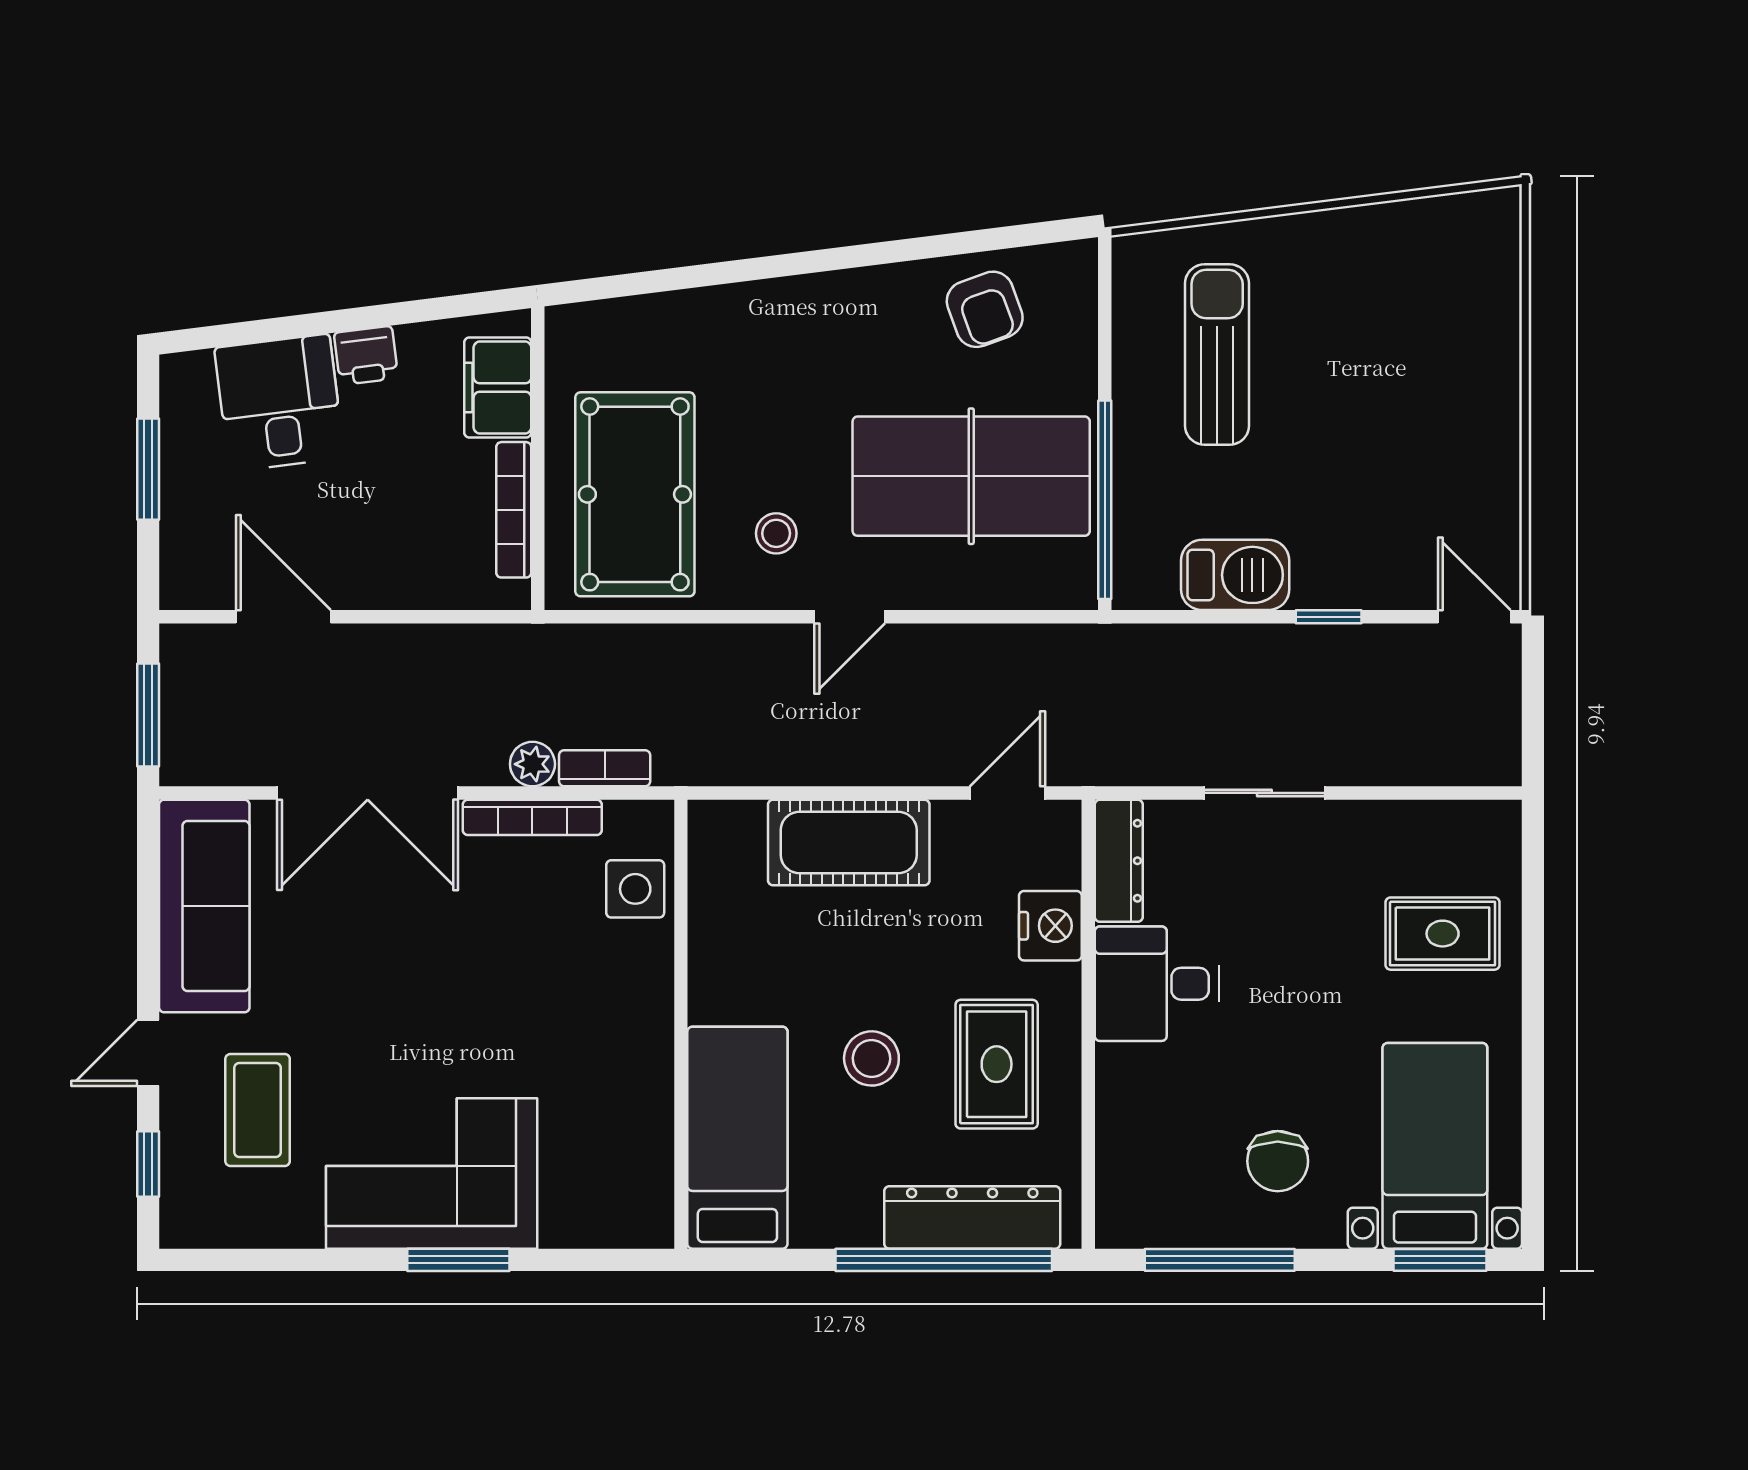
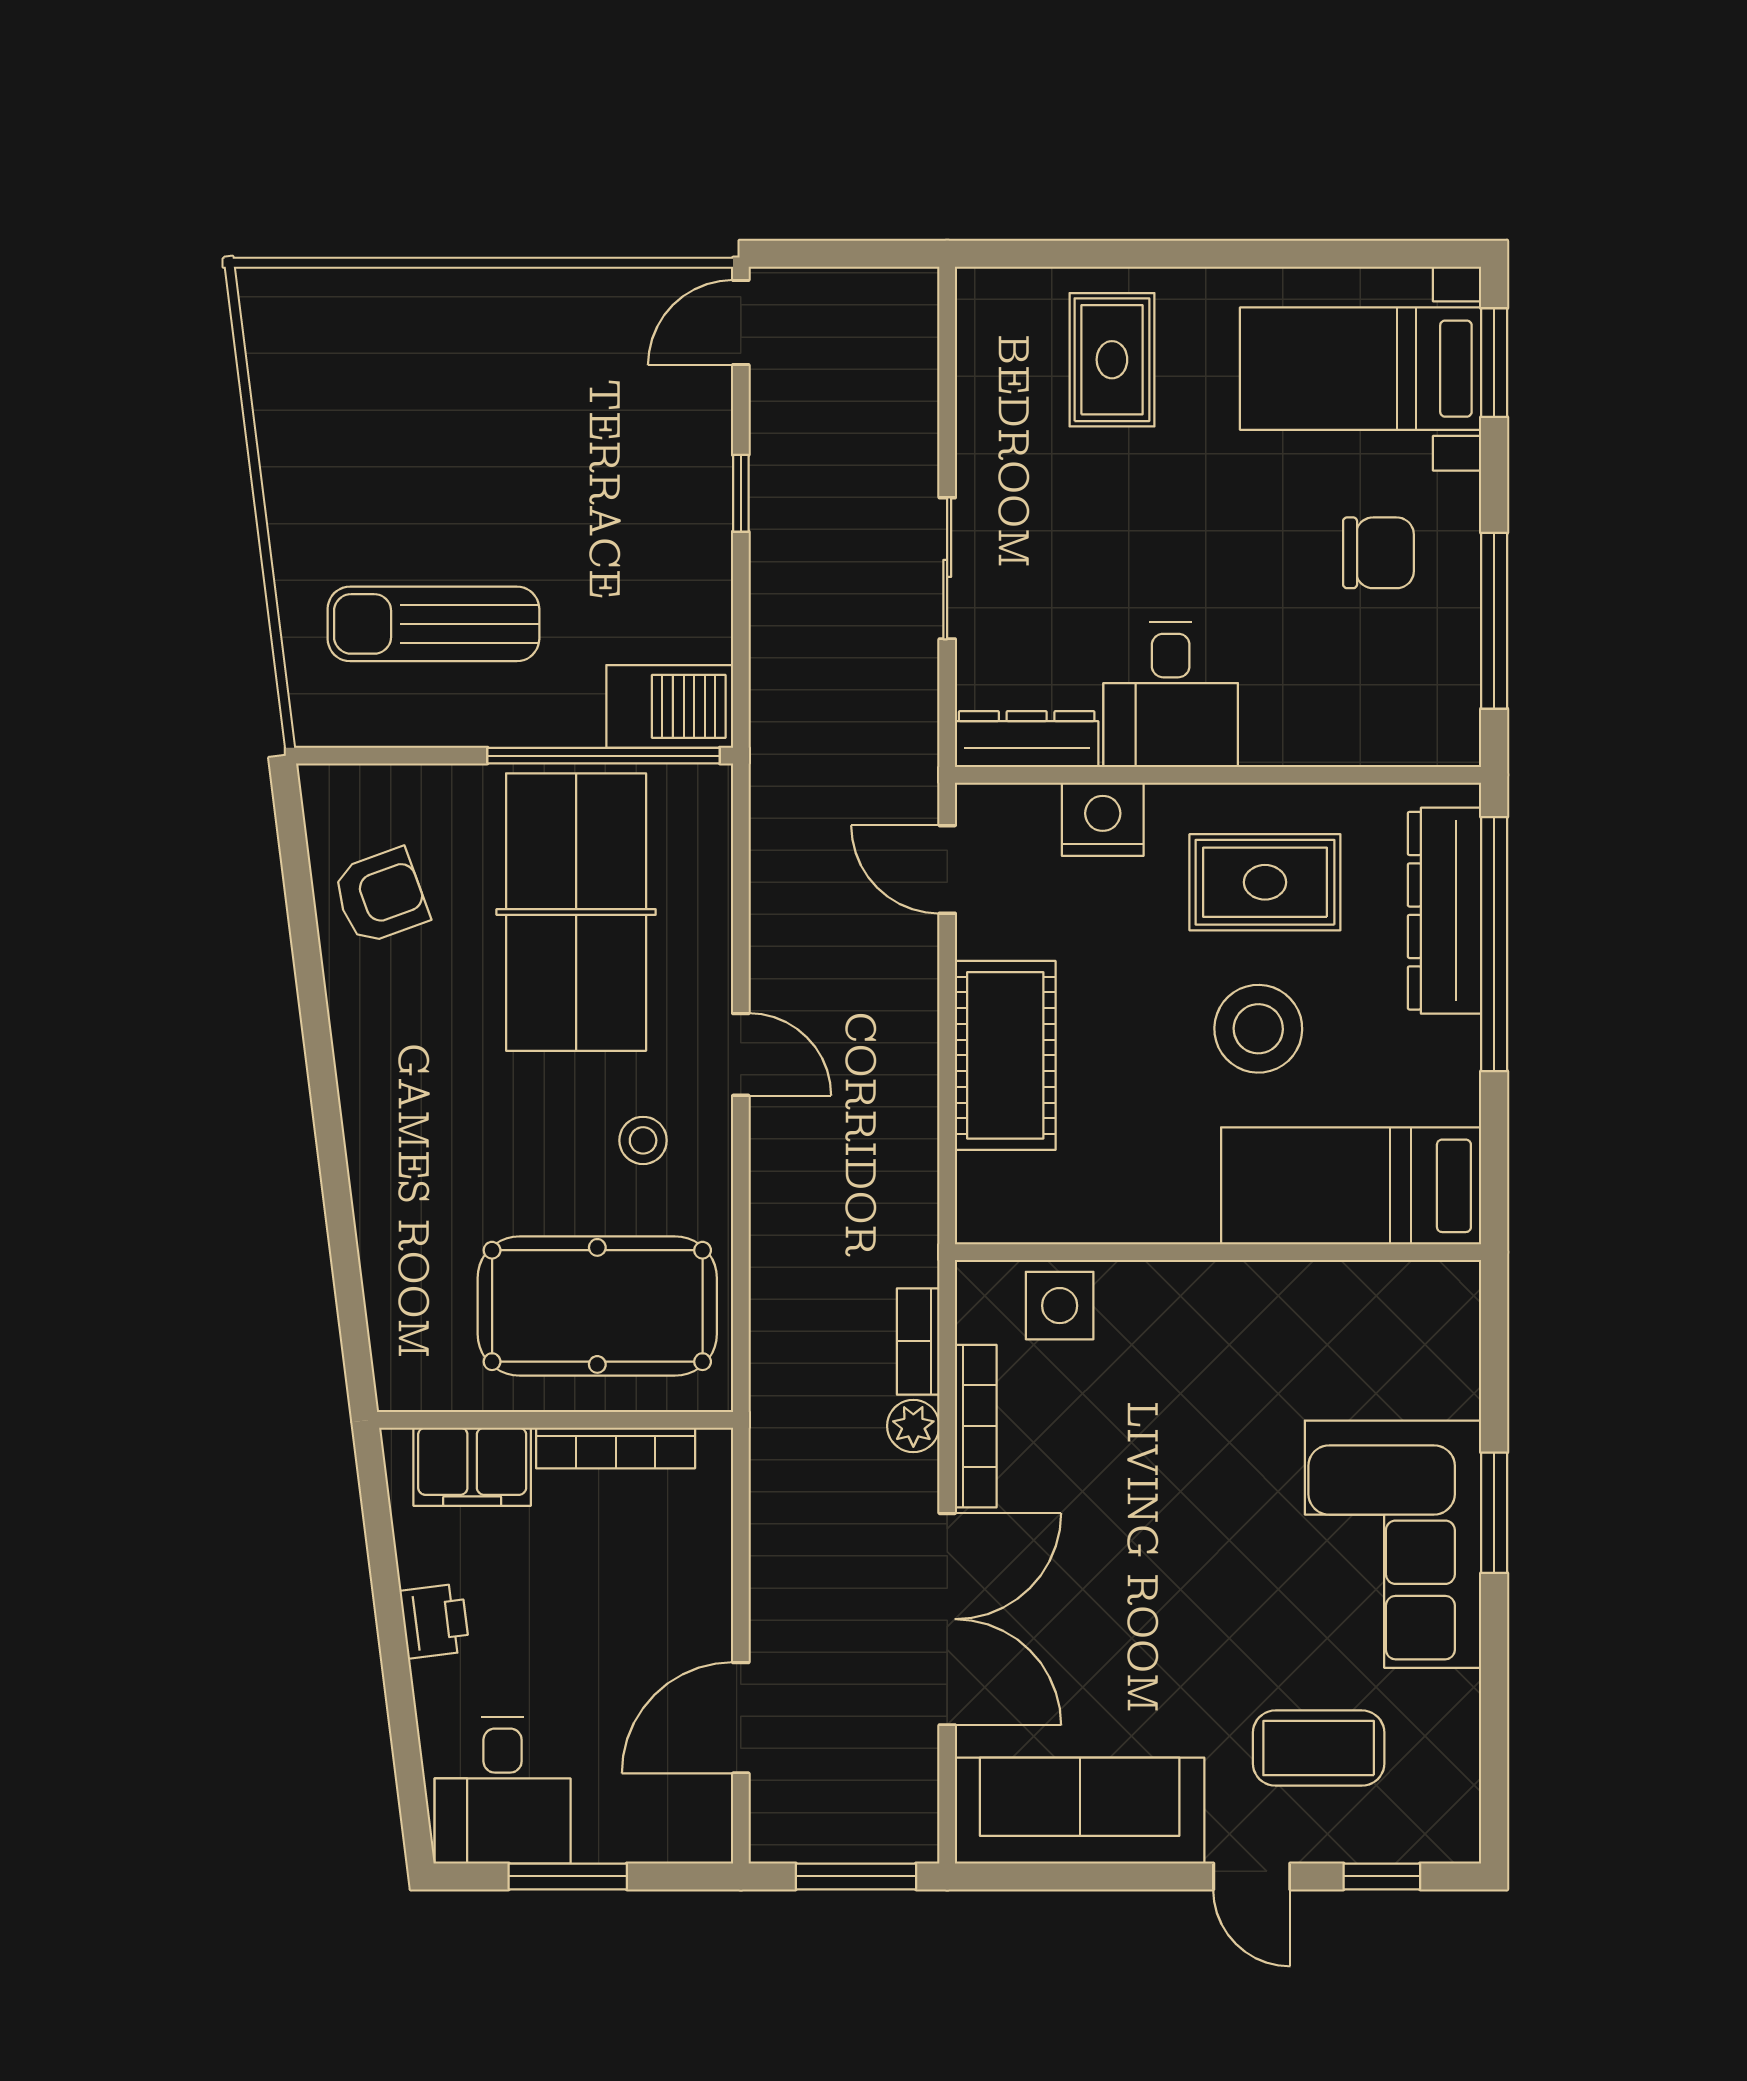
desk: (279, 403) -> (503, 1790), moved, turned -83
barbecue: (1235, 575) -> (670, 706), moved, turned 90
stool: (871, 1058) -> (1258, 1029), width x1.38, depth x1.38

